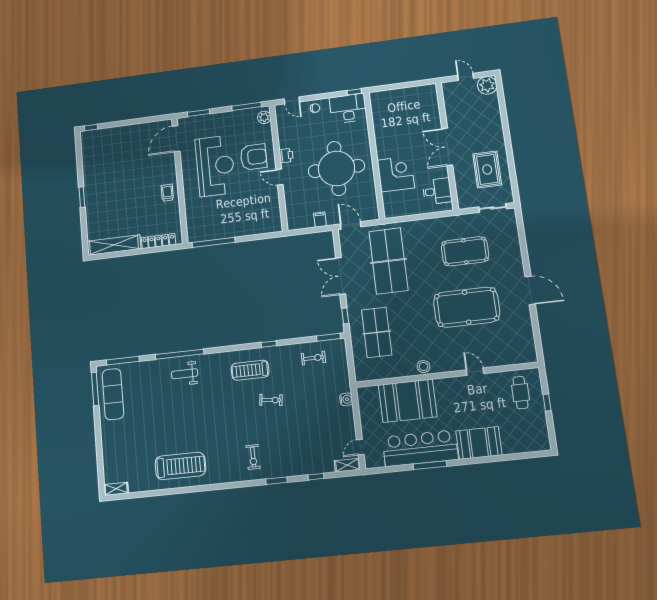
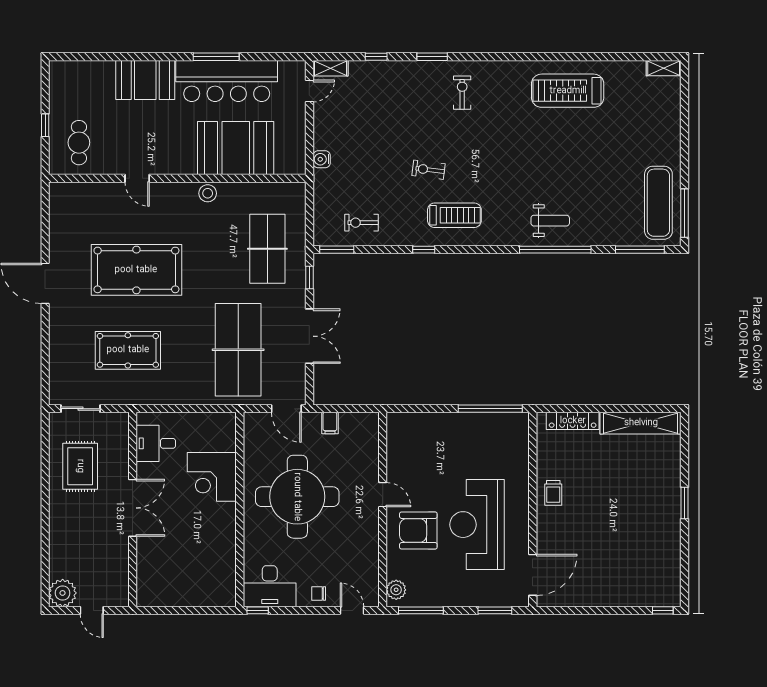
printer: (286, 156) -> (370, 526), removed

